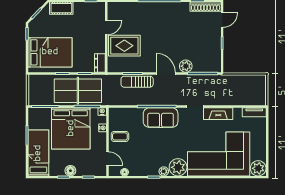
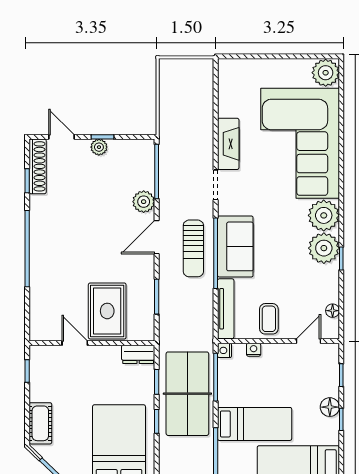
plant: (216, 41) -> (99, 147), added
sun lounger: (137, 82) -> (193, 248), moved
tv unit: (254, 112) -> (226, 309), moved, width x1.41
bed: (71, 128) -> (255, 424), width x0.49
plant: (164, 171) -> (324, 248), width x1.88, depth x1.88

